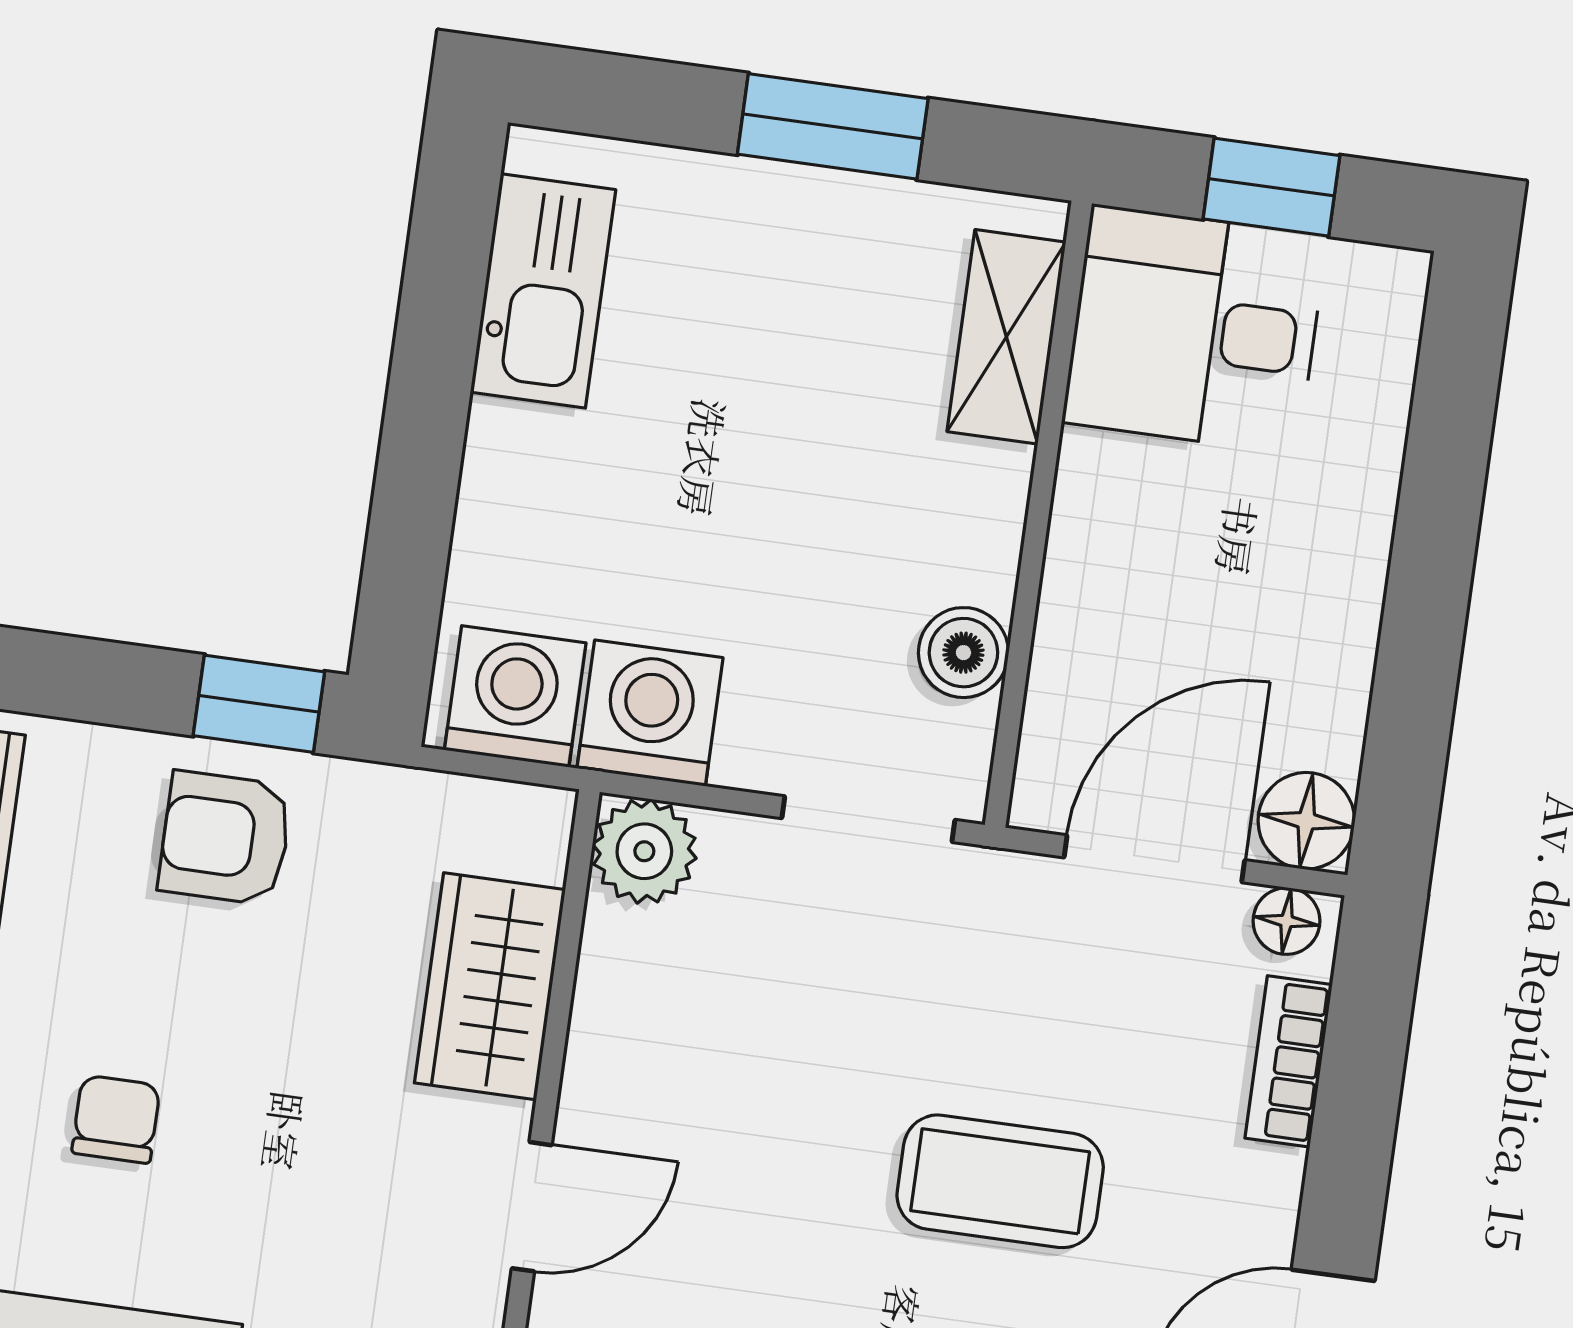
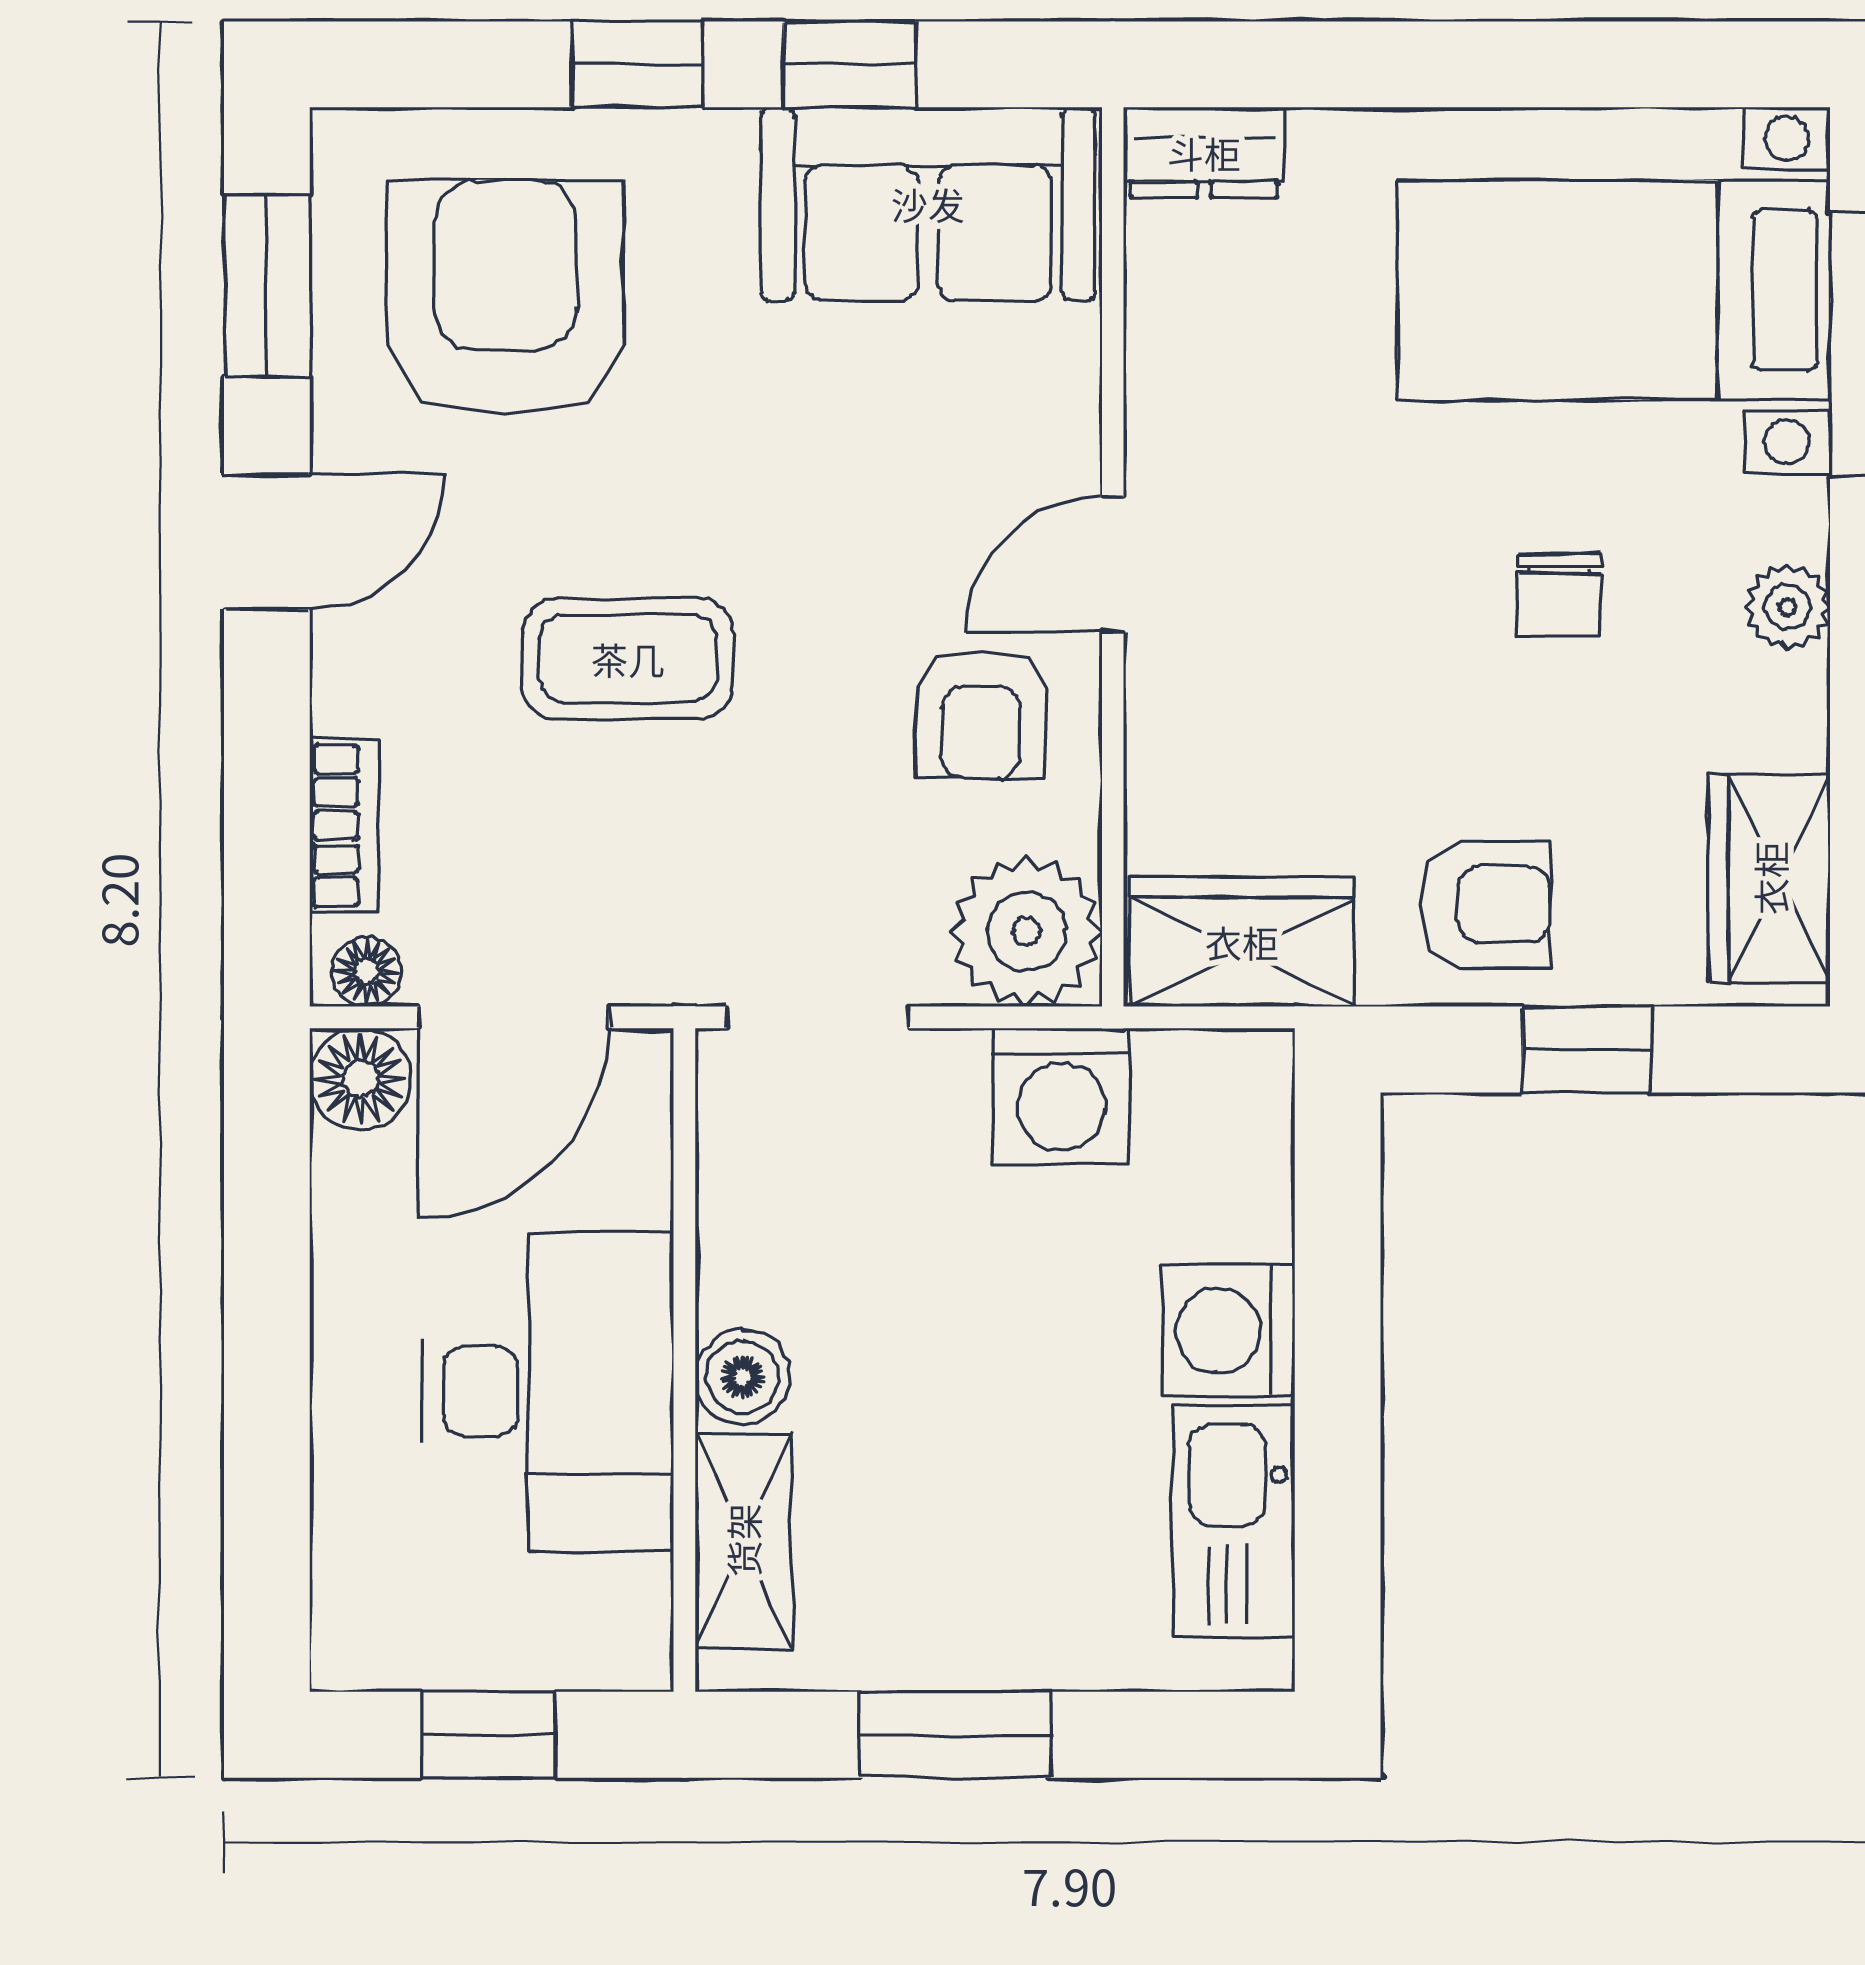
desk: (1195, 329) -> (548, 1391), moved, width x1.37
boiler: (963, 653) -> (743, 1377), moved
washing machine: (515, 696) -> (1229, 1330), moved, turned 90
window: (259, 704) -> (1587, 1050), moved
plant: (644, 851) -> (1027, 931), width x1.36, depth x1.36
wardrobe: (490, 986) -> (1242, 942), moved, turned -90
armchair: (675, 1083) -> (981, 714), added

